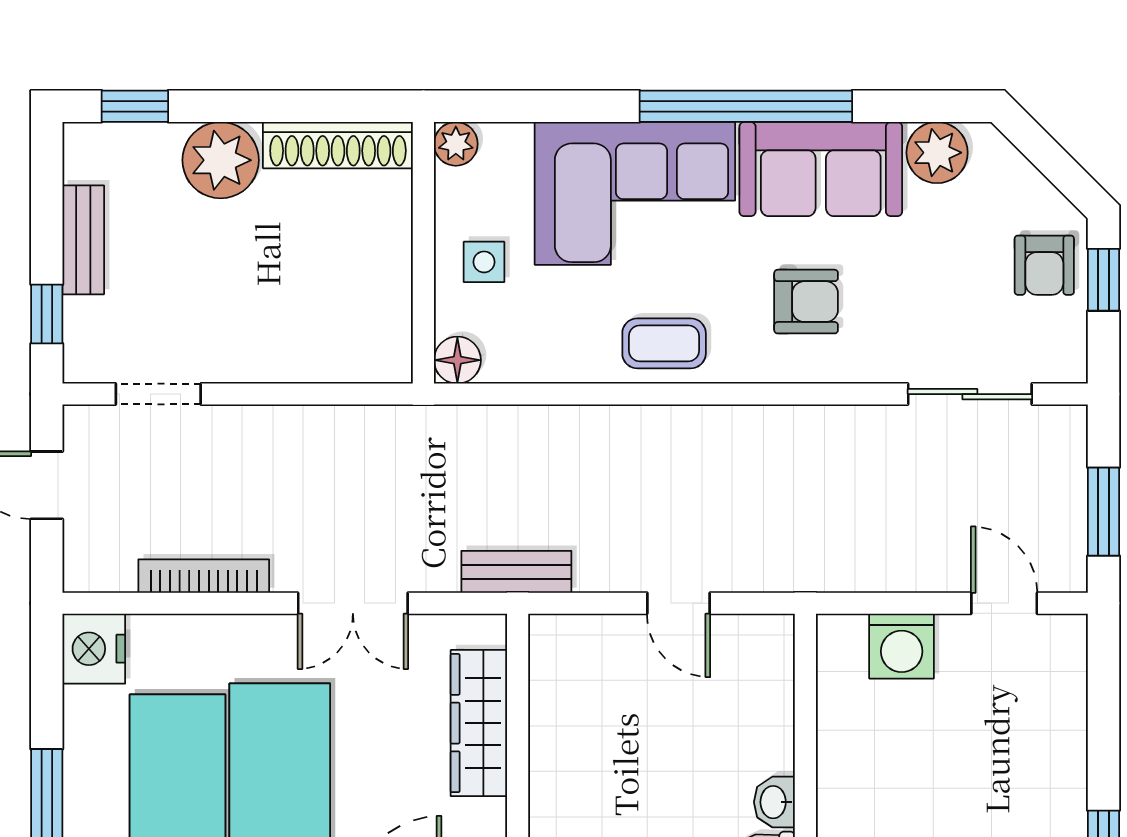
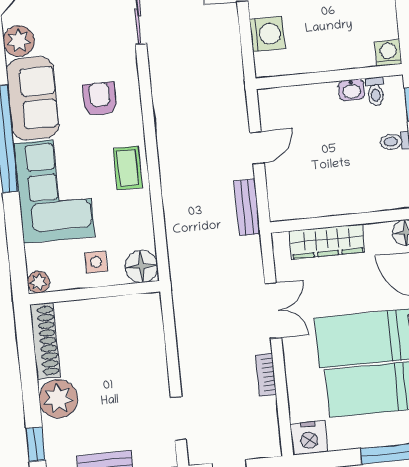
floor lamp: (457, 360) -> (142, 266), width x1.38, depth x1.38
bench: (516, 572) -> (247, 207), moved
bookcase: (204, 576) -> (266, 375), width x0.64

